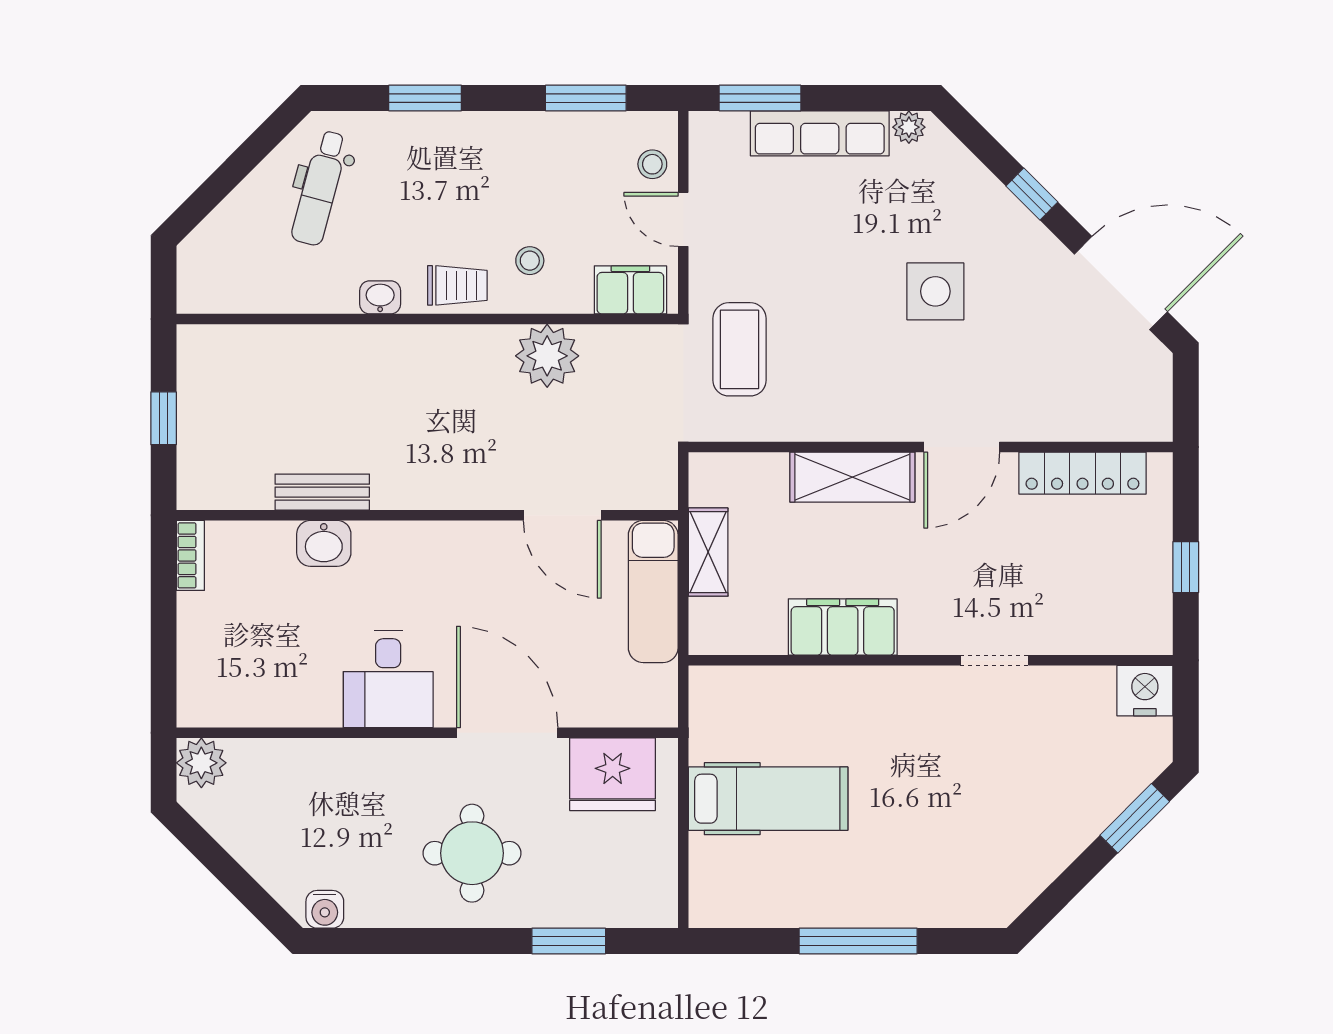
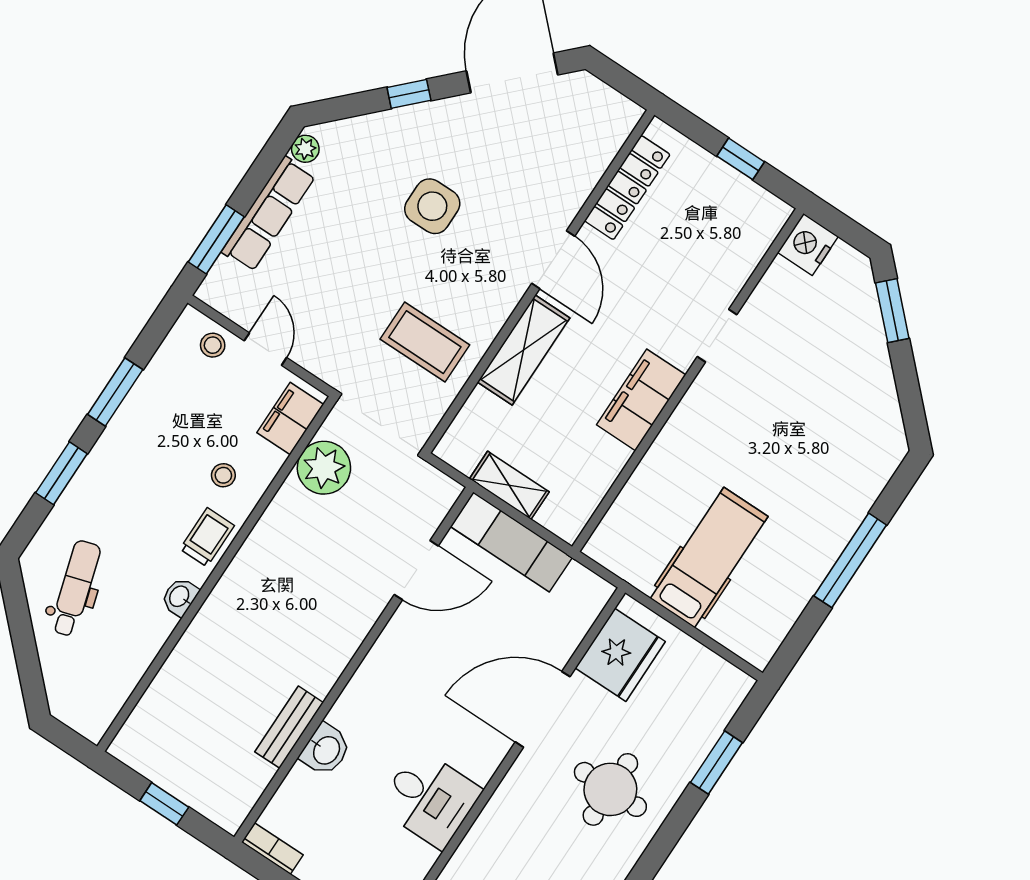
window: (586, 98) -> (115, 392), moved
dental chair: (320, 188) -> (76, 588), turned -122
door: (683, 219) -> (265, 349), swing flipped
coffee table: (740, 349) -> (425, 342), moved
plant: (547, 356) -> (324, 468), moved
filing cabinet: (843, 627) -> (641, 400), moved
desk: (388, 679) -> (430, 799), moved

